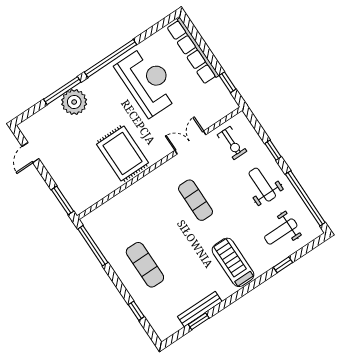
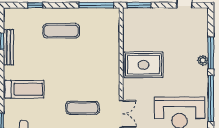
plant: (74, 102) -> (203, 60), width x0.53, depth x0.53
exercise mat: (196, 200) -> (82, 108), moved

